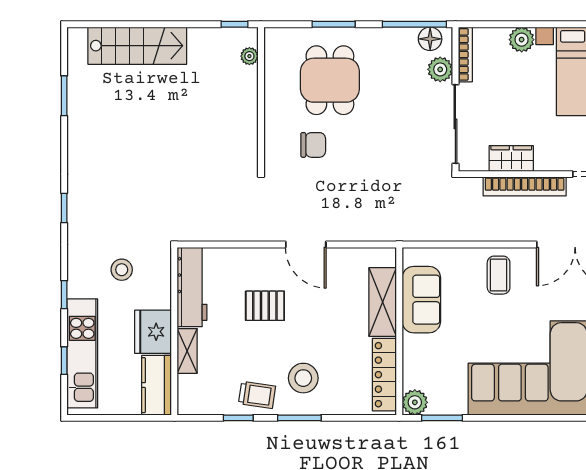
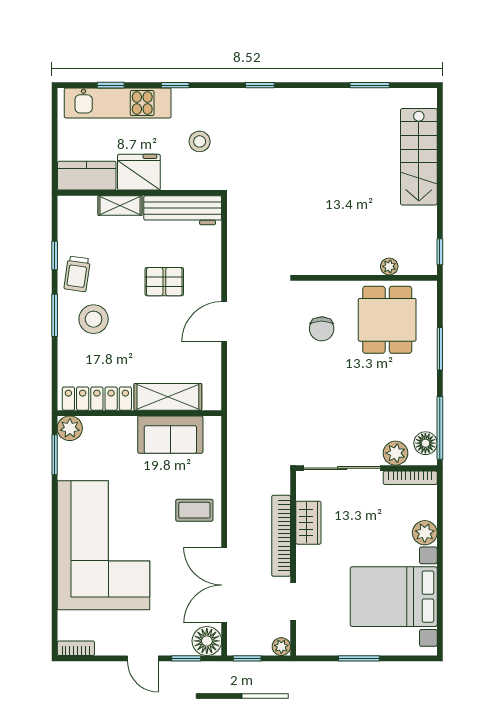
plant: (249, 56) -> (389, 266), moved
dining table: (330, 80) -> (387, 320), moved, turned 90
pallet: (265, 306) -> (164, 282), turned 90

